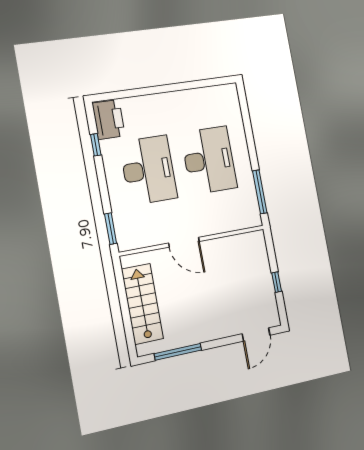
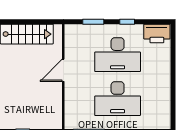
window: (96, 145) -> (127, 22), moved
window: (111, 229) -> (93, 22), moved

